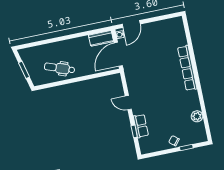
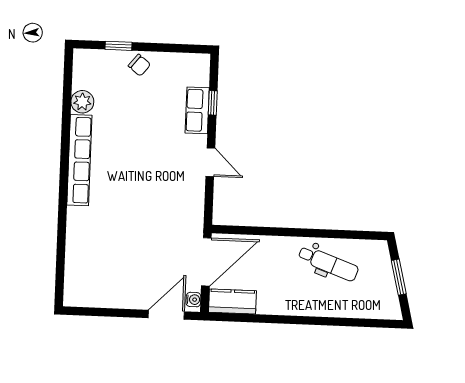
row of seats: (187, 68) -> (79, 160), moved

